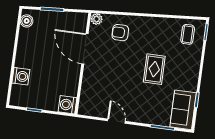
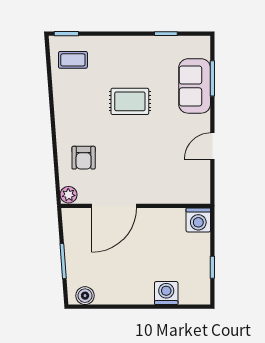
sofa: (183, 110) -> (195, 86), moved, turned 90

